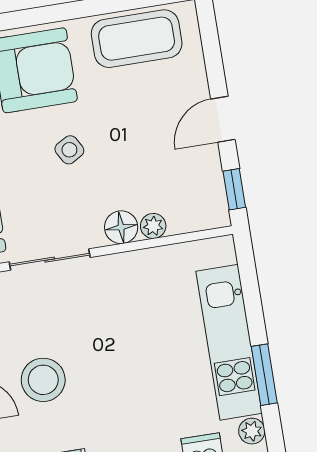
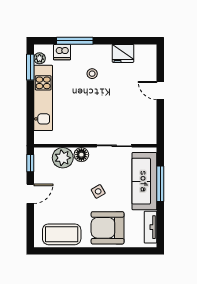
plant: (153, 226) -> (63, 158), width x1.88, depth x1.88
window: (264, 375) -> (30, 67), moved
stool: (43, 380) -> (92, 74), moved, width x0.53, depth x0.53

